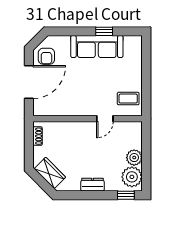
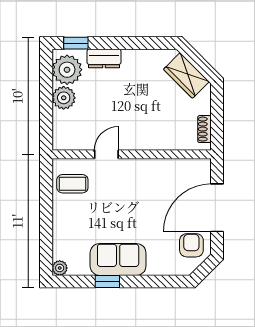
plant: (137, 41) -> (60, 268), added
sofa: (97, 46) -> (118, 259), width x0.73
dresser: (92, 185) -> (104, 59), moved

